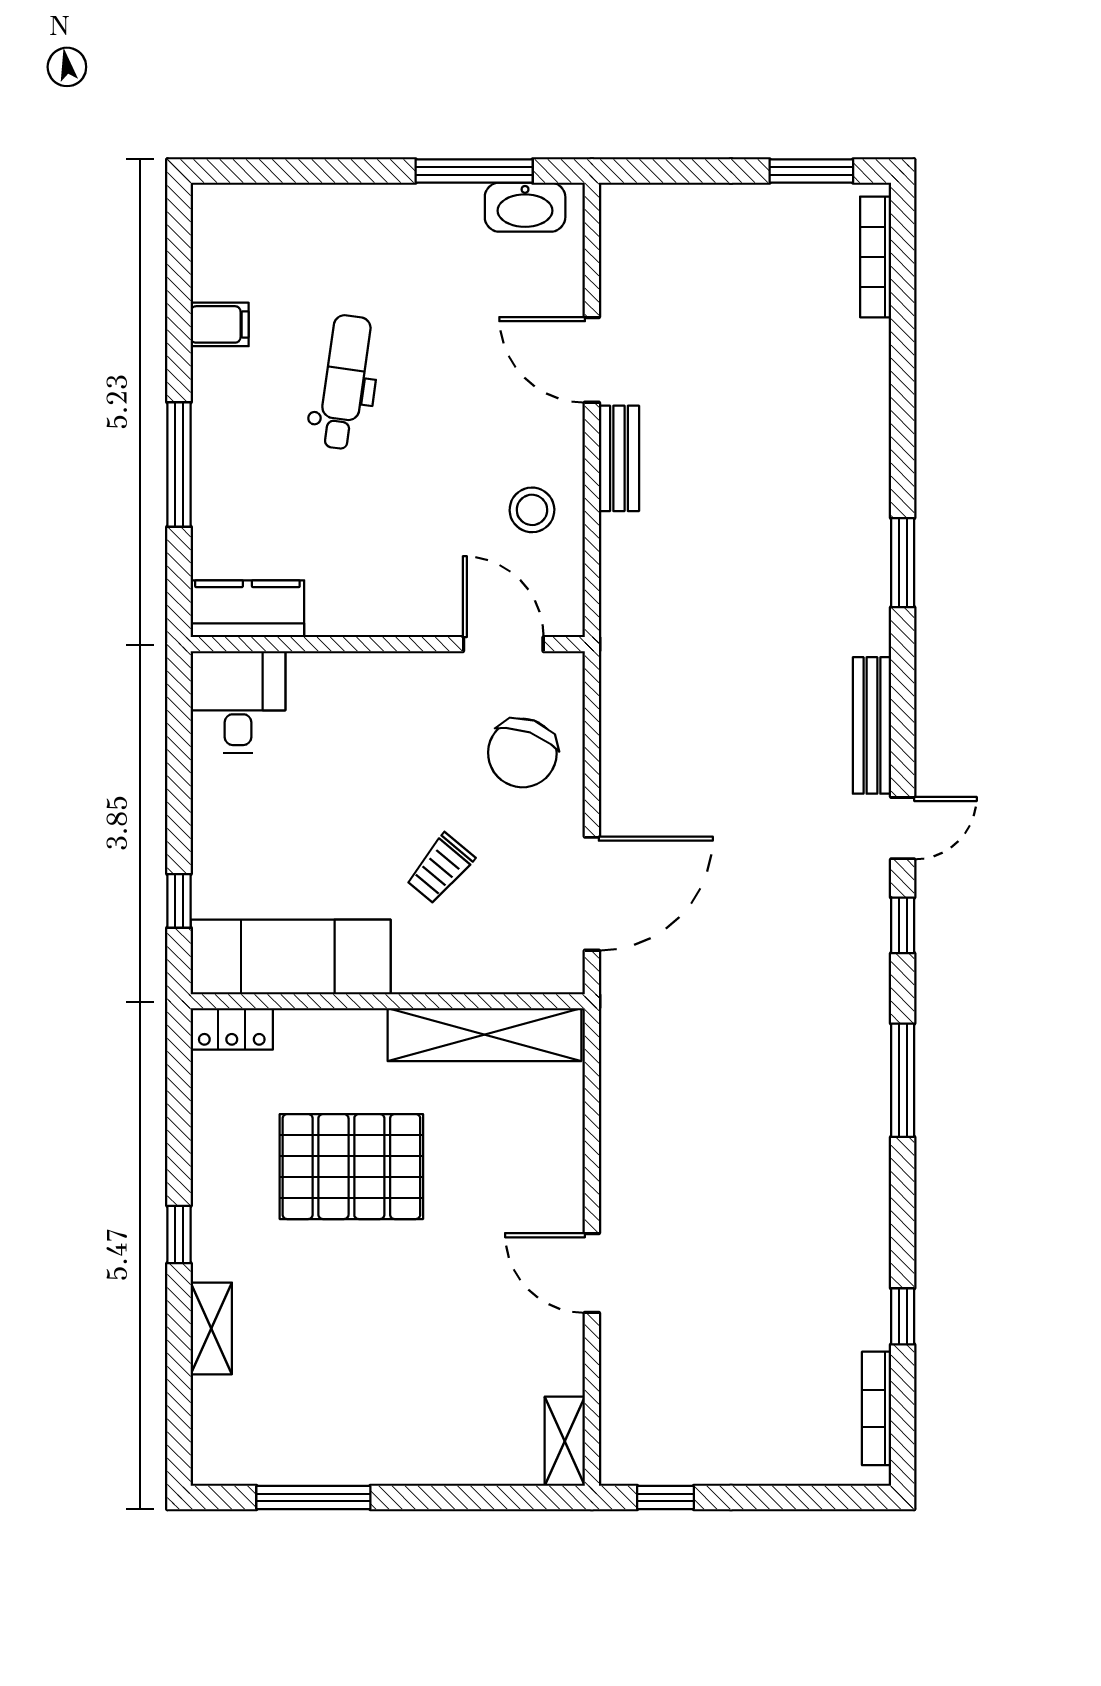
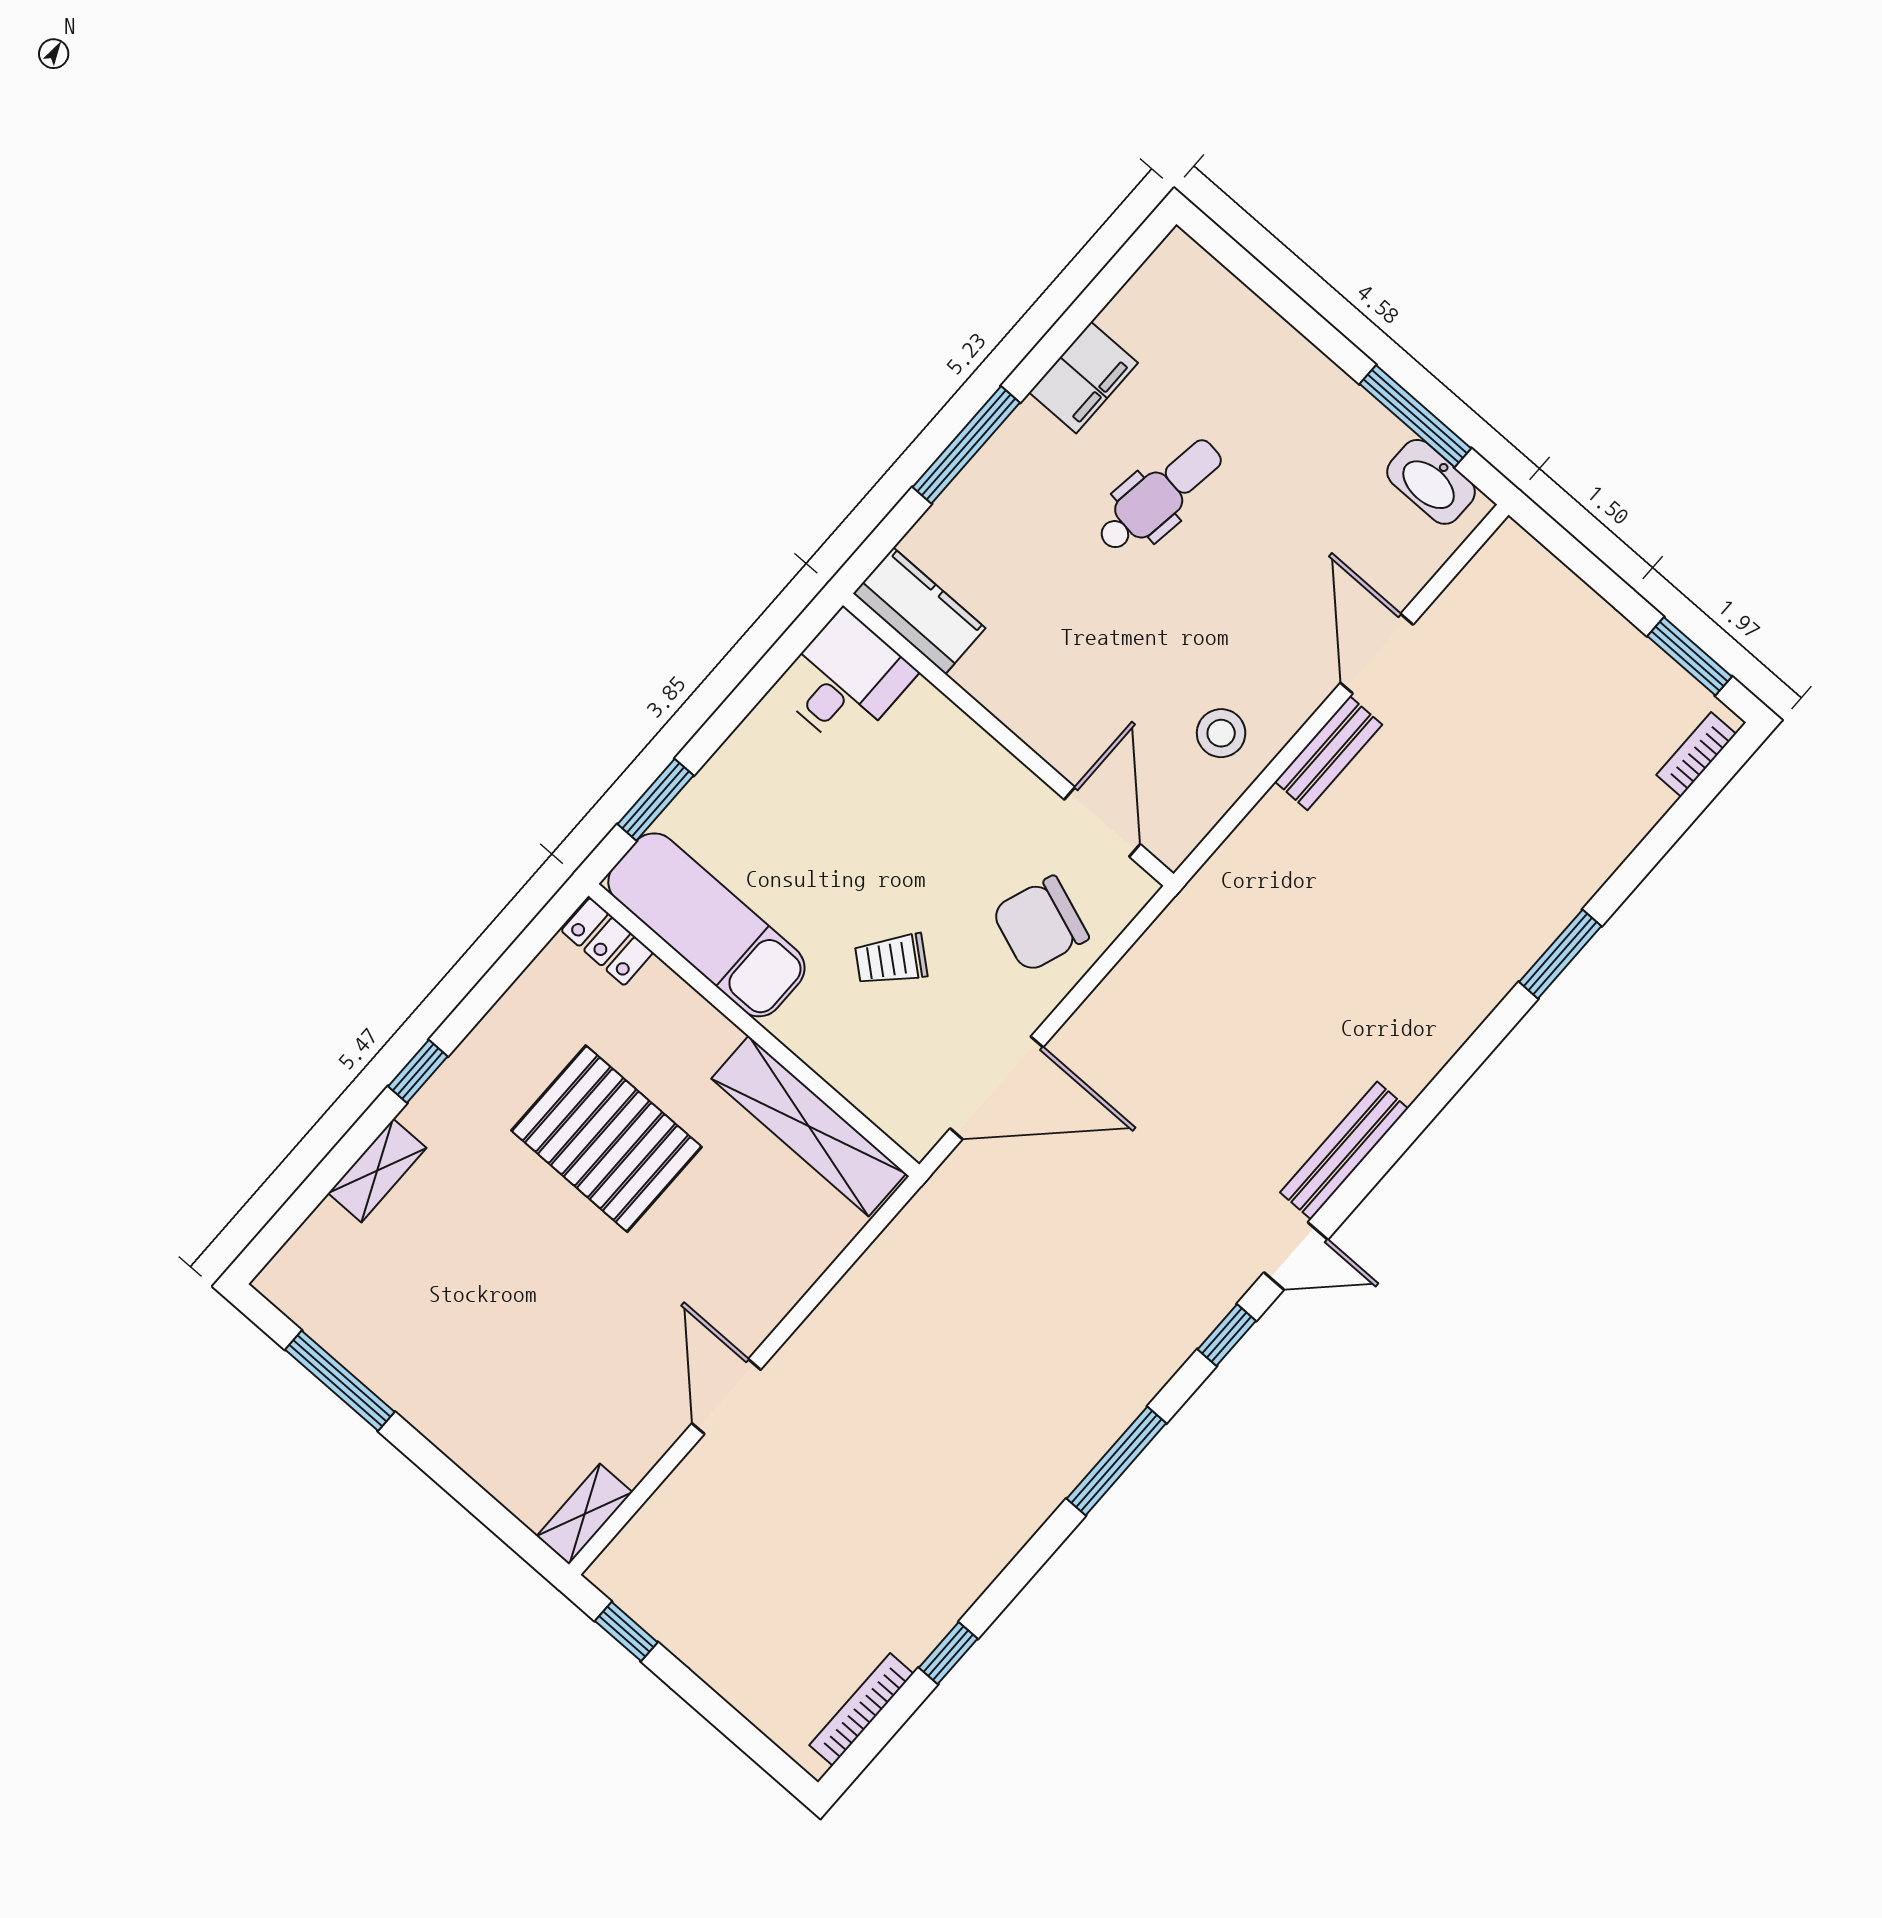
bookcase: (876, 257) -> (1696, 754), width x0.64
filing cabinet: (220, 324) -> (1084, 378), width x2.00
window: (903, 563) -> (1560, 954), moved
window: (179, 901) -> (656, 800), width x1.50

